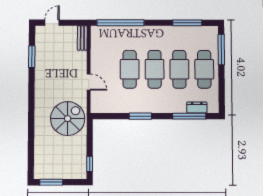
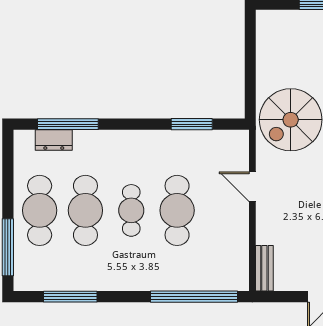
cafe table: (155, 69) -> (131, 210), width x0.73, depth x0.74
window: (140, 116) -> (192, 124), moved
window: (90, 164) -> (250, 37), removed

